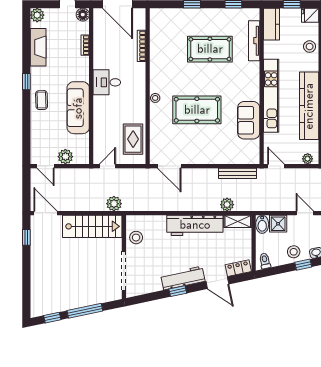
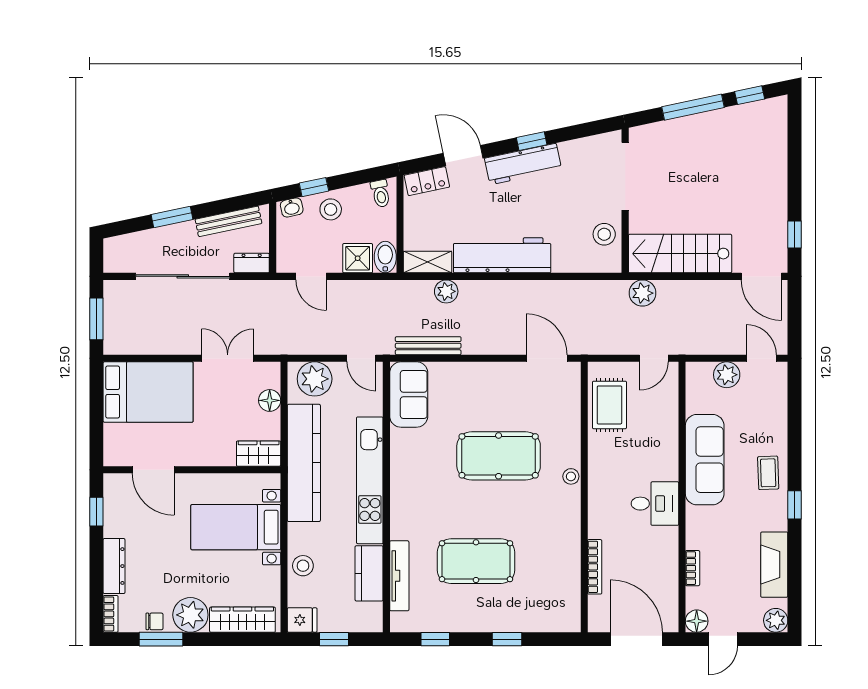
kitchen counter: (271, 24) -> (369, 573), moved
sofa: (249, 120) -> (409, 395), moved
plant: (308, 159) -> (315, 379), width x1.87, depth x1.87

